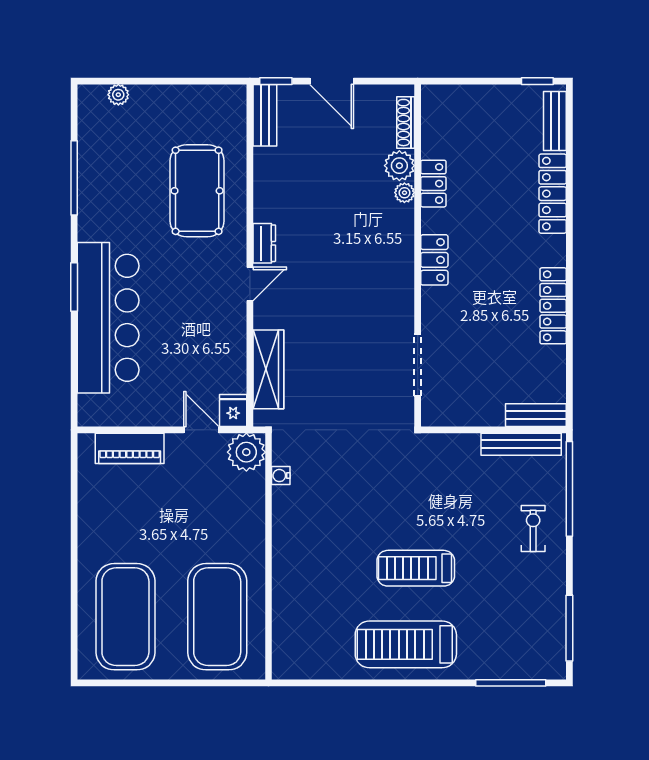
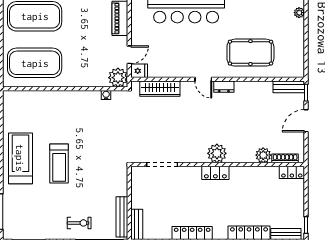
locker: (433, 184) -> (292, 172), moved
plant: (404, 193) -> (217, 153), moved, width x1.87, depth x1.87
treadmill: (416, 568) -> (59, 163), turned 180

